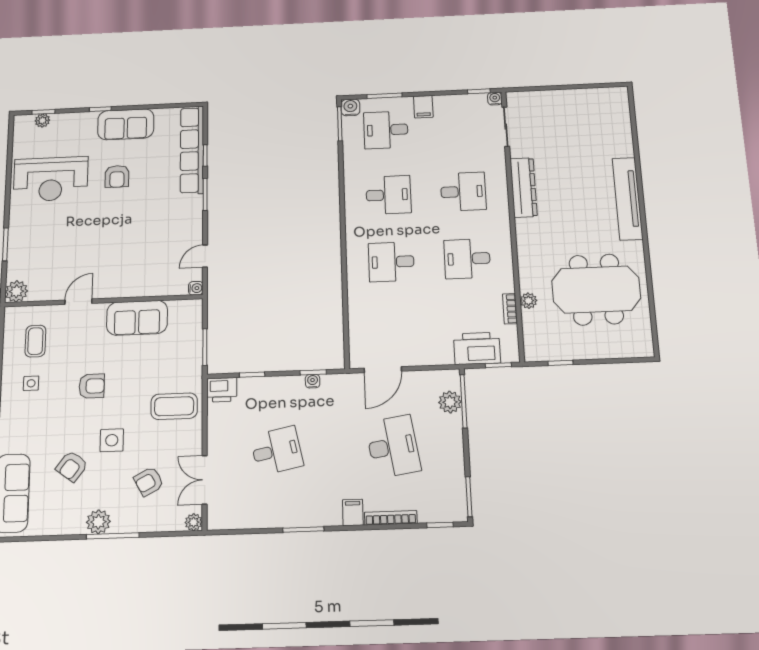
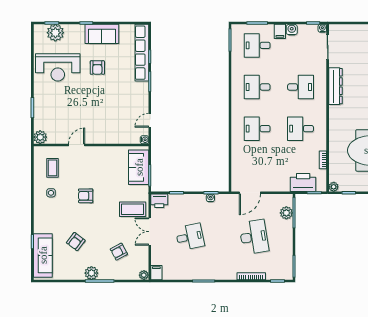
water cooler: (350, 107) -> (292, 30), moved
plant: (42, 120) -> (55, 33), width x1.87, depth x1.87
desk: (389, 195) -> (257, 87), turned 180
plant: (529, 301) -> (334, 187), moved
sofa: (137, 318) -> (139, 167), moved, turned 90
armchair: (92, 386) -> (86, 196), turned 180
side table: (112, 440) -> (98, 228), removed
double door: (205, 480) -> (150, 232), moved
filing cabinet: (353, 512) -> (156, 273), moved

